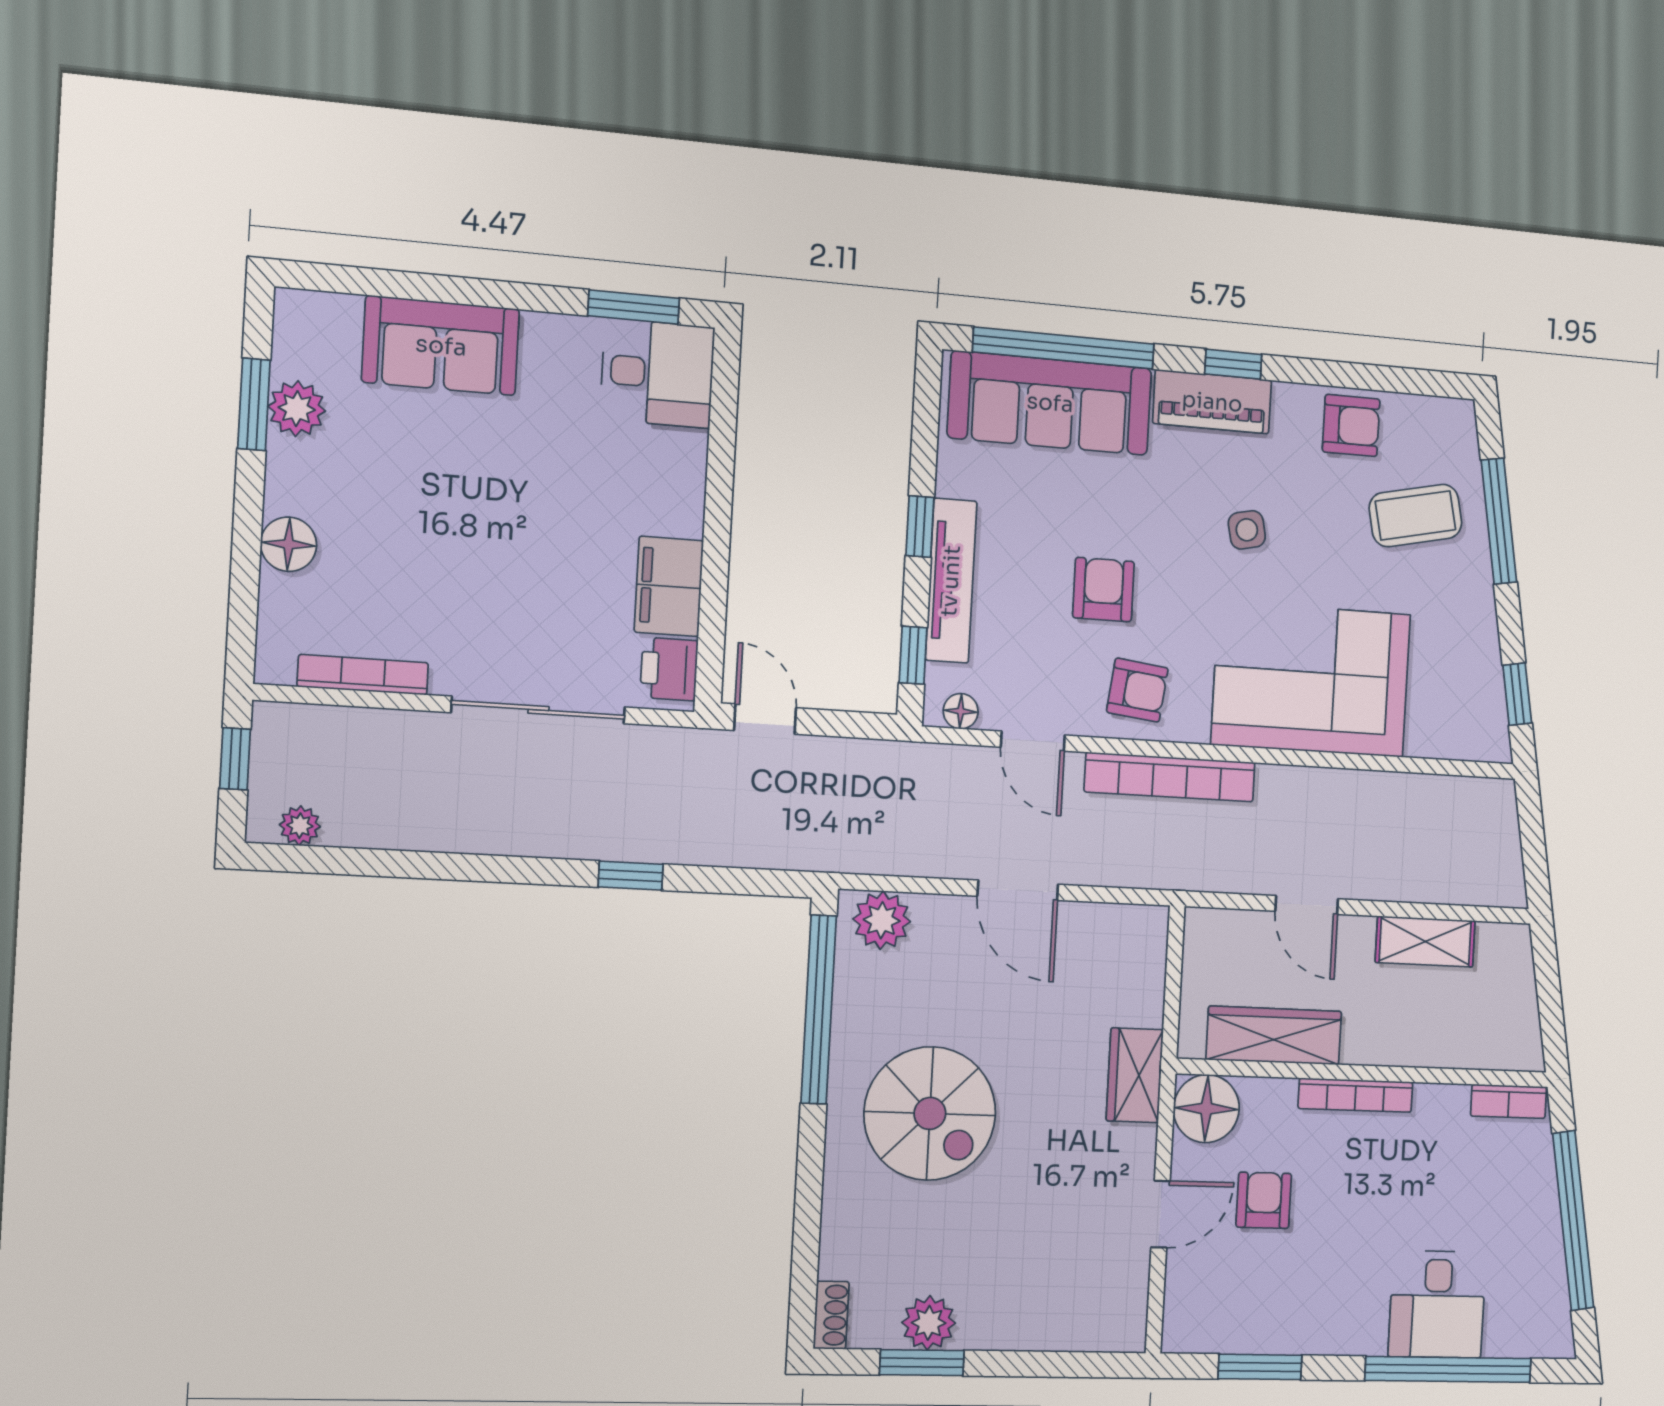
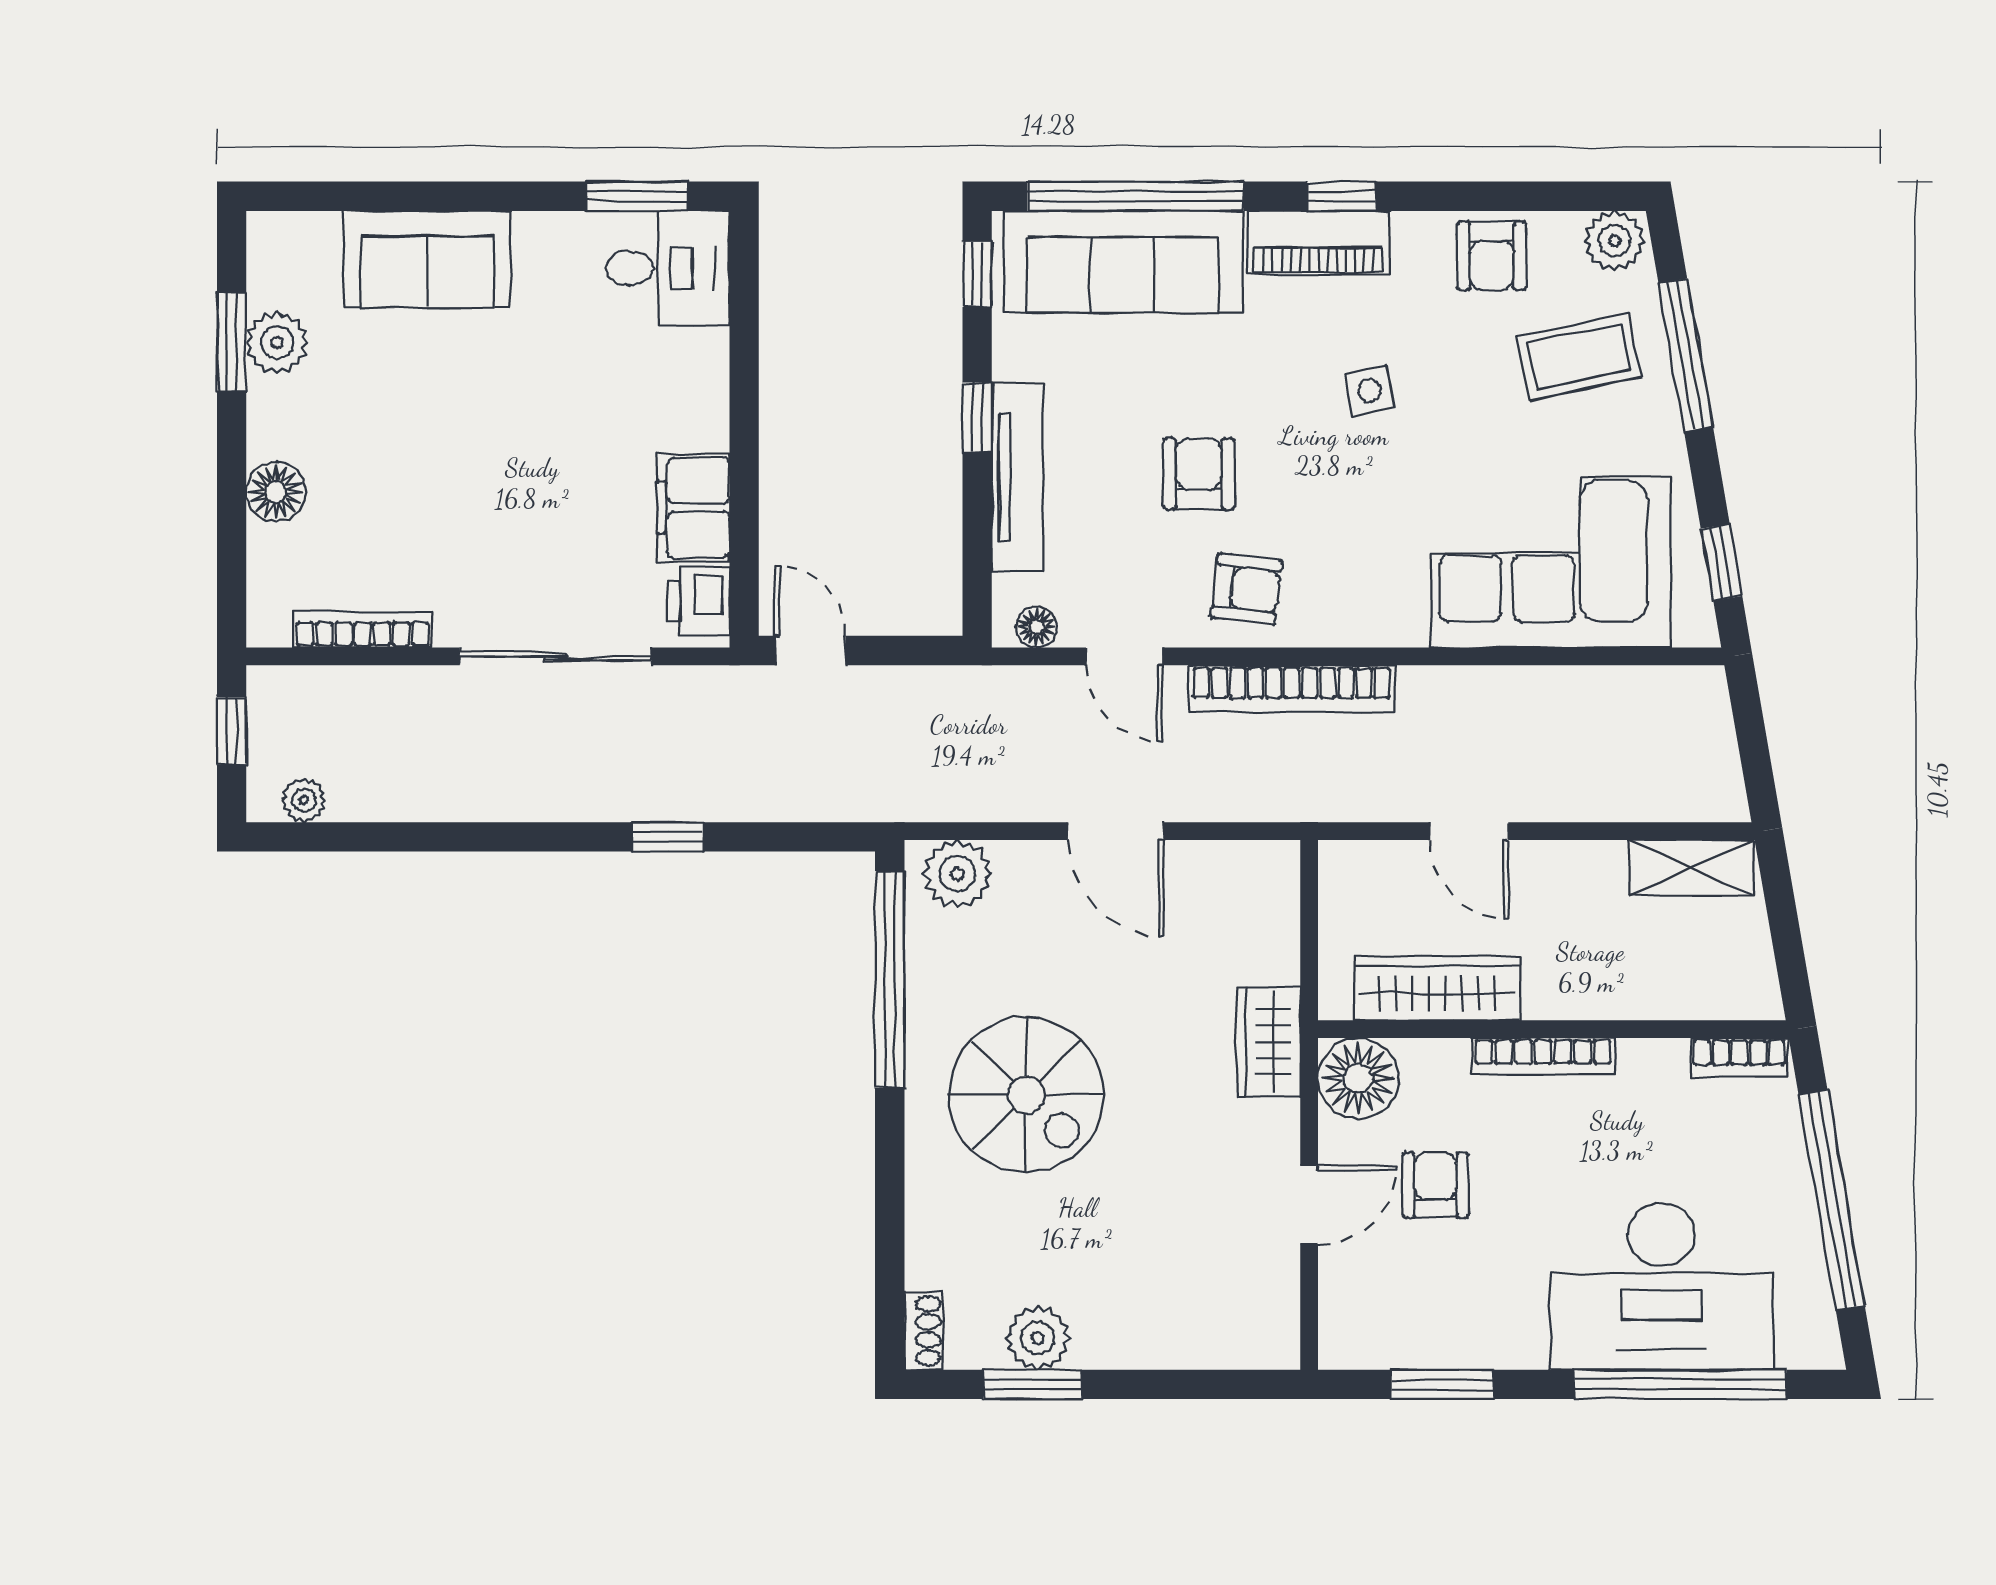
plant: (1449, 422) -> (1615, 241), added
armchair: (1351, 425) -> (1492, 256), turned 90
window: (913, 655) -> (977, 274), moved
corner sofa: (1311, 679) -> (1551, 562), moved
shelving: (1425, 942) -> (1691, 868), moved
desk: (1437, 1304) -> (1662, 1286), width x1.87, depth x1.30

